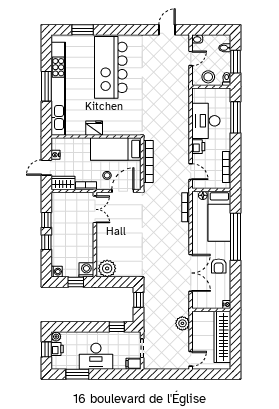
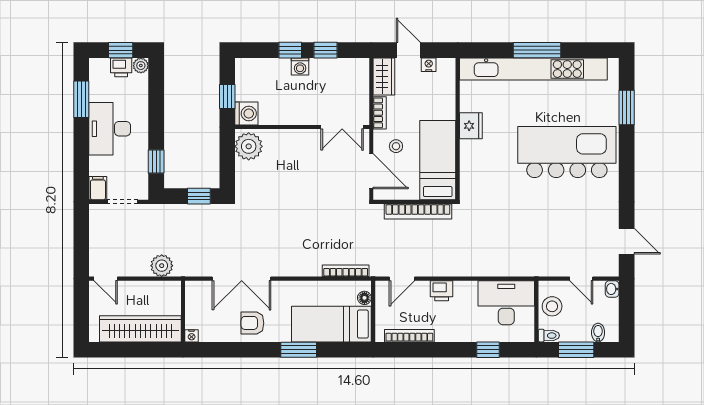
window: (236, 117) -> (488, 350), width x0.46
desk: (206, 121) -> (506, 303), moved
window: (236, 237) -> (299, 350), width x0.47
washing machine: (57, 272) -> (300, 67), moved

